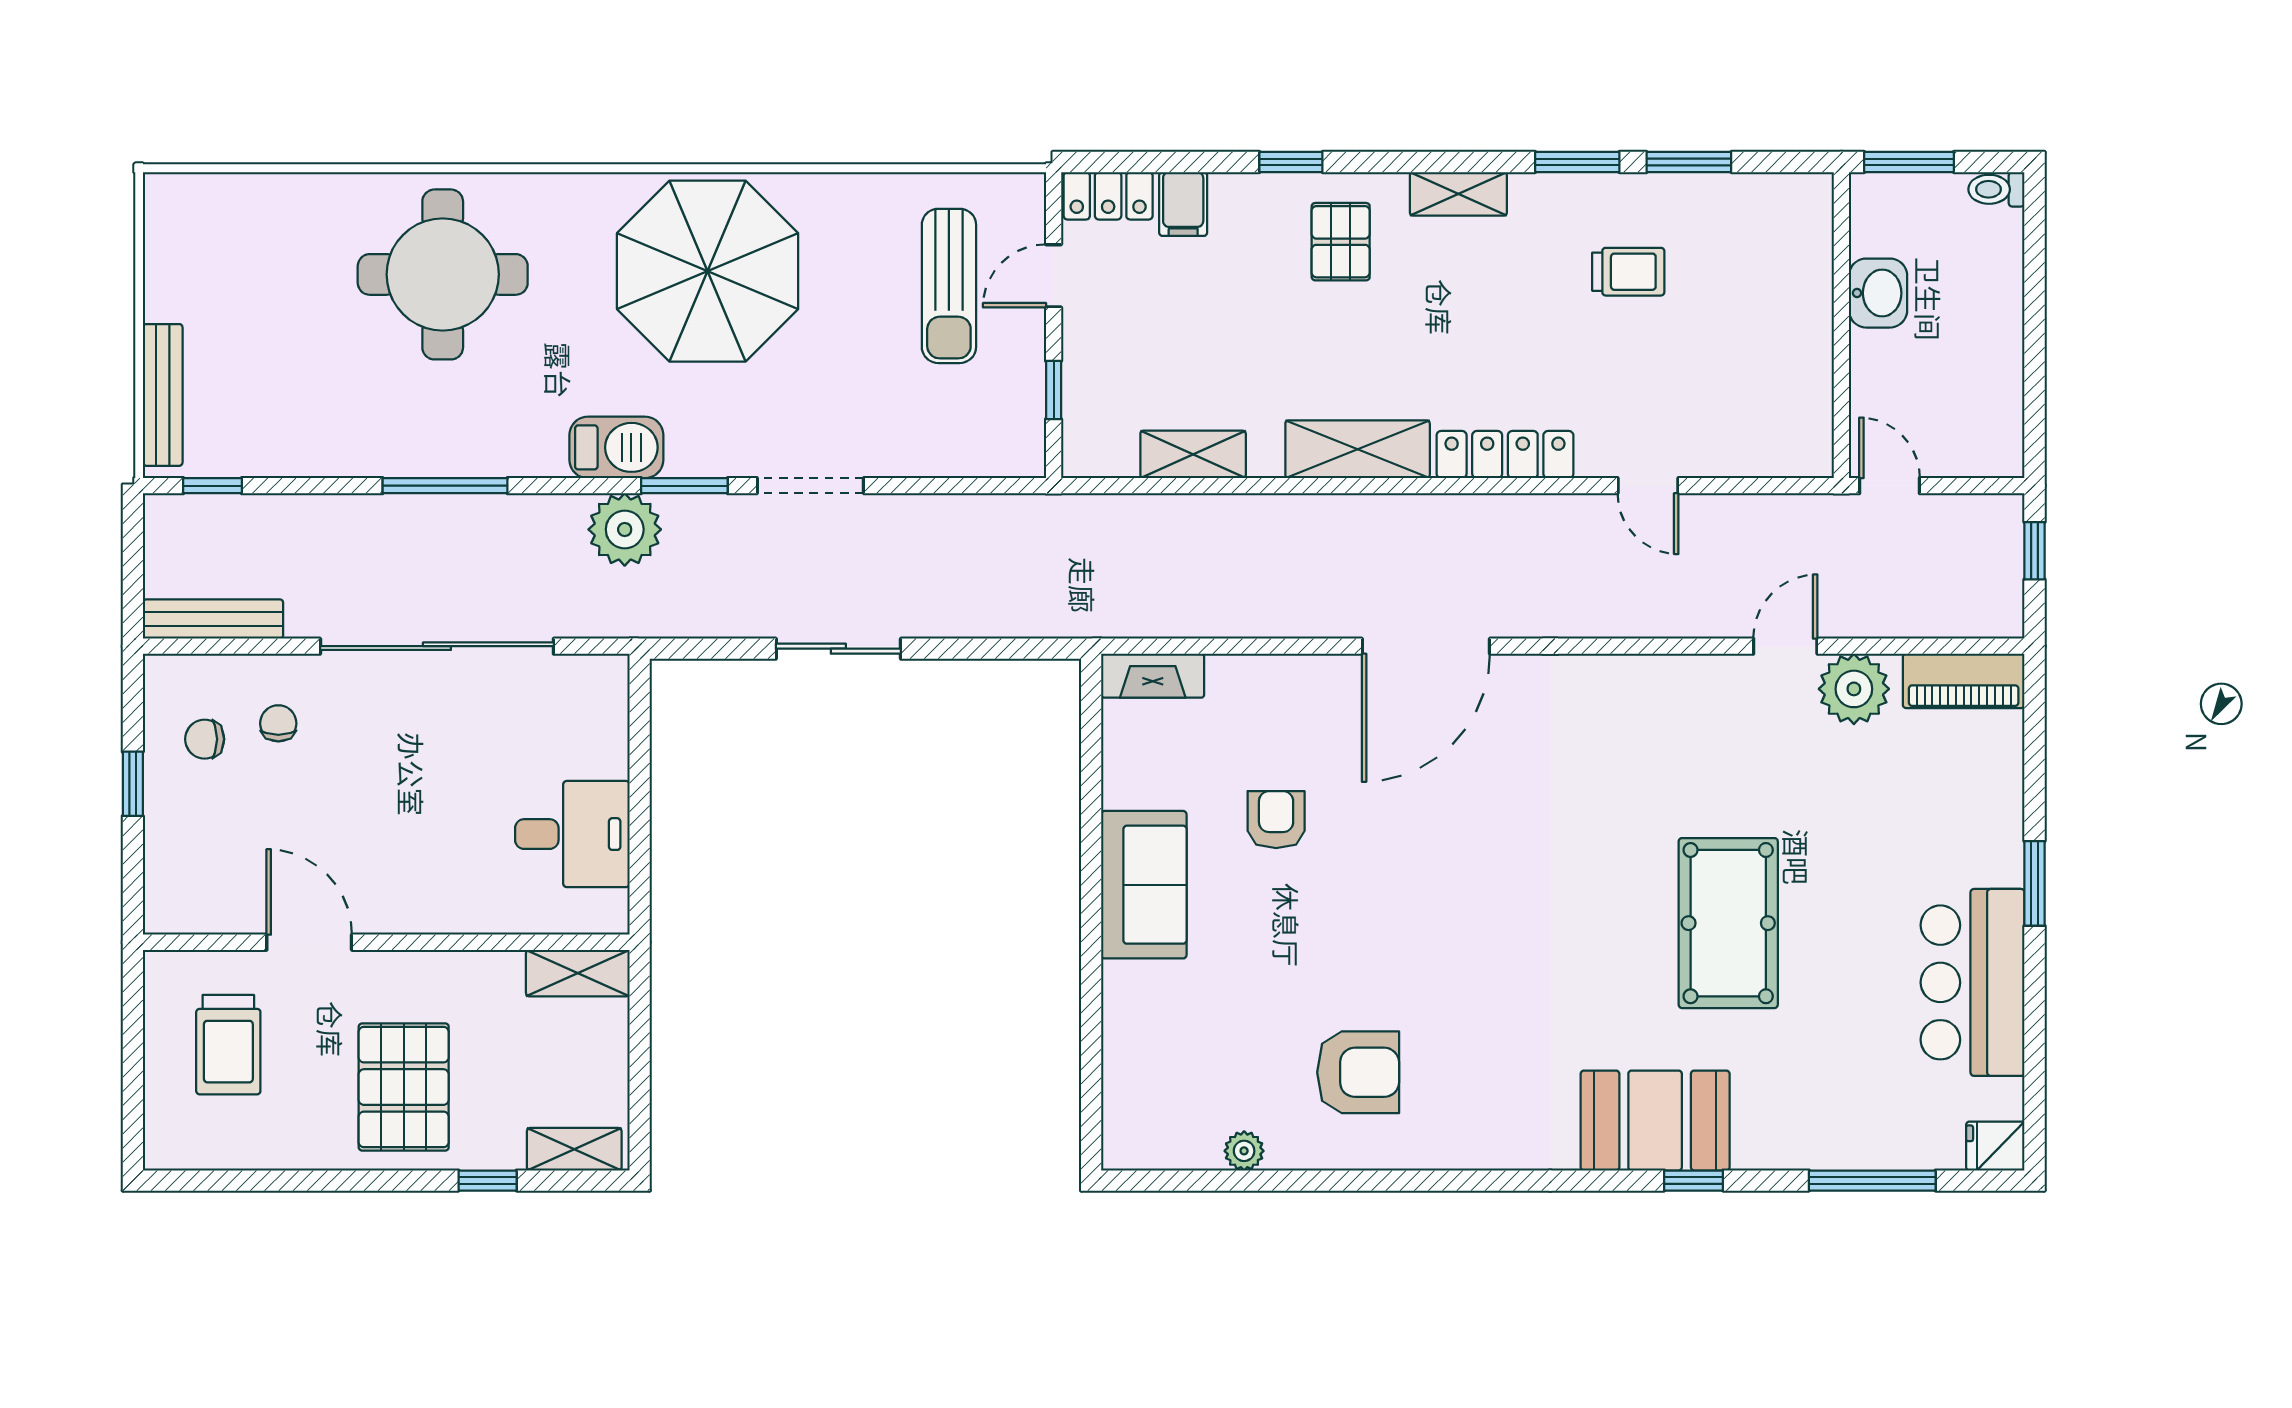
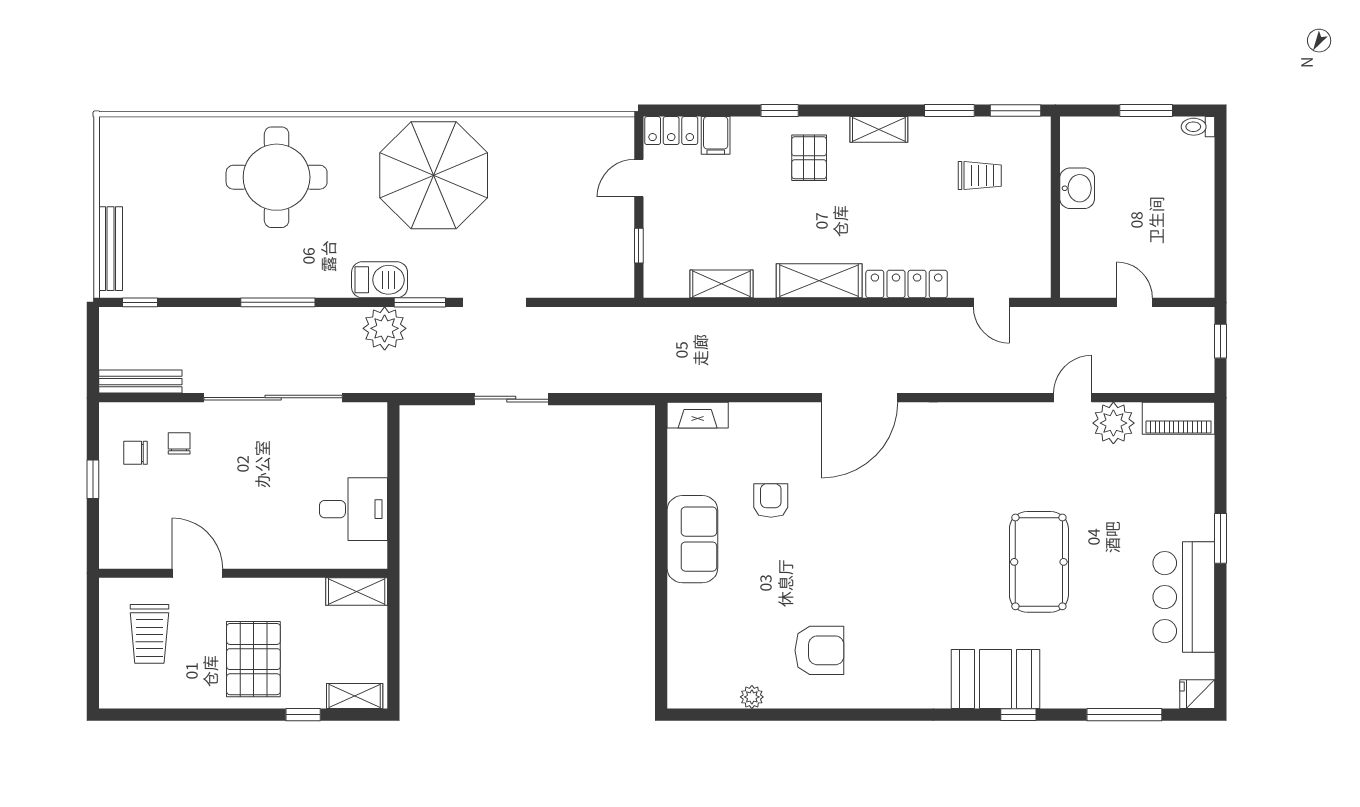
sun lounger: (949, 286) -> (577, 184), removed
washbasin: (1878, 293) -> (1077, 188), moved
wall: (1841, 325) -> (1055, 207), moved

